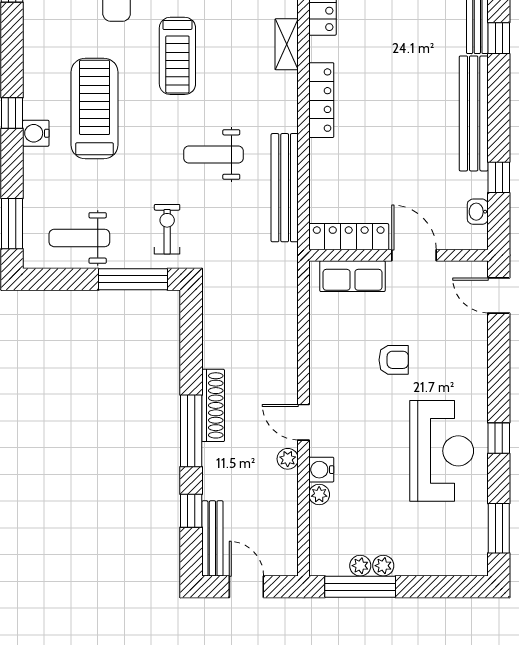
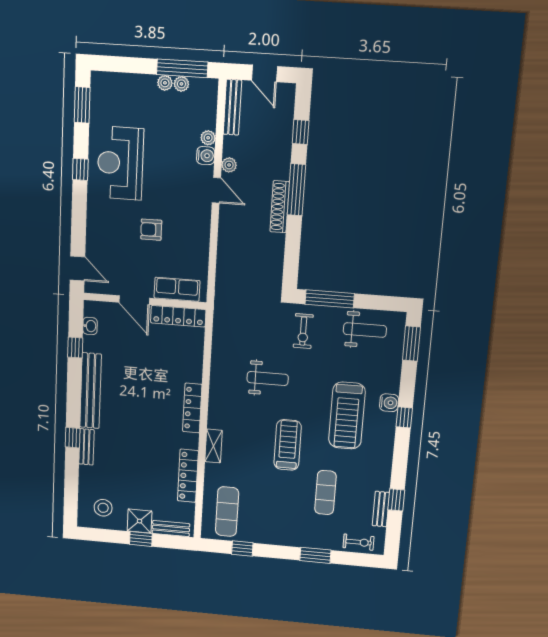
bench: (285, 188) -> (220, 352), removed
bench: (212, 538) -> (232, 107), moved

